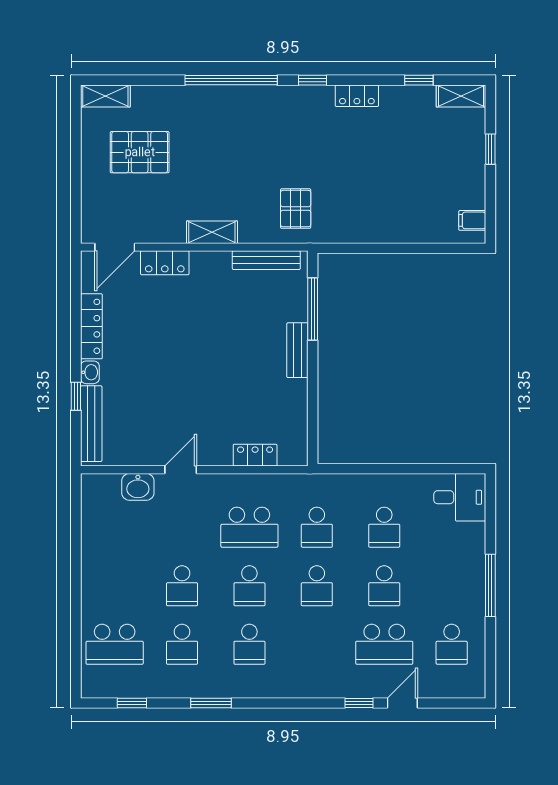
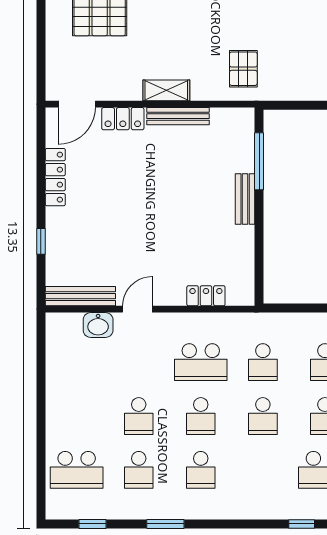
bench: (266, 260) -> (178, 116), moved
washbasin: (90, 372) -> (54, 219), removed
bench: (91, 424) -> (80, 296), moved, turned 90

